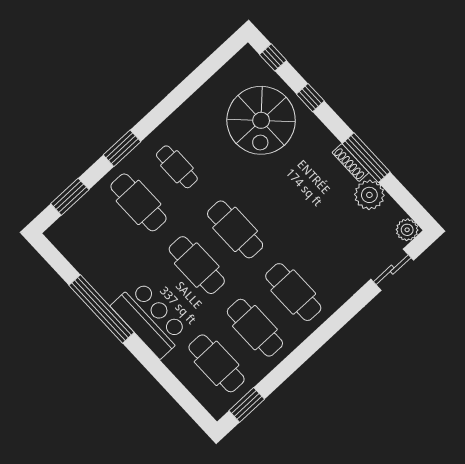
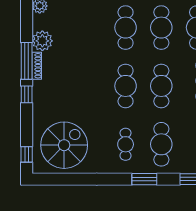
window: (310, 98) -> (27, 94), moved
spiral stairs: (261, 120) -> (64, 145), moved

